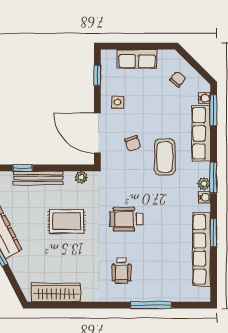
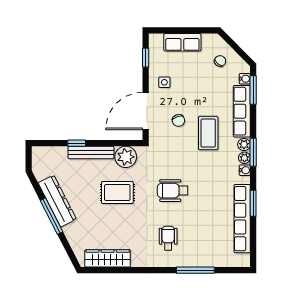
door: (97, 133) -> (146, 111), hinge flipped
plant: (204, 169) -> (244, 144), added
plant: (81, 177) -> (126, 157), width x1.88, depth x1.88
wheelchair: (122, 271) -> (168, 238), turned 180

